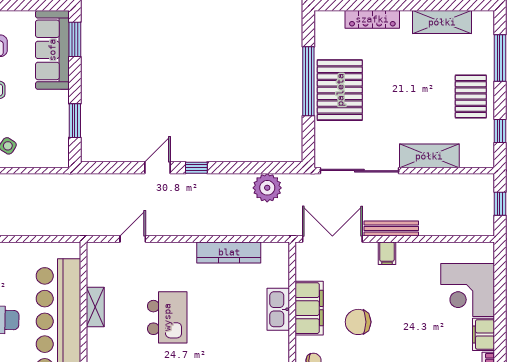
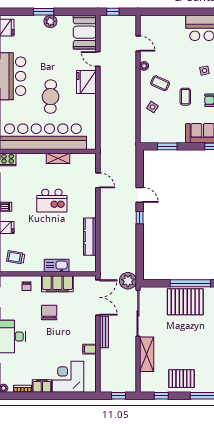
plant: (267, 188) -> (128, 281), moved
filing cabinet: (387, 253) -> (90, 349), moved

